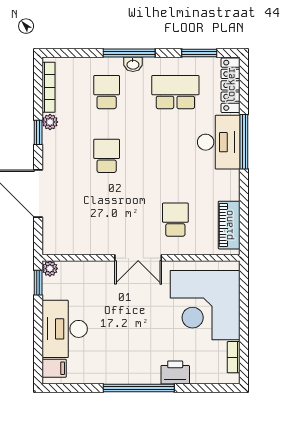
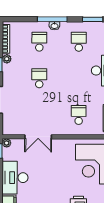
school desk: (175, 92) -> (79, 42), width x0.54
double door: (138, 258) -> (38, 137), moved

